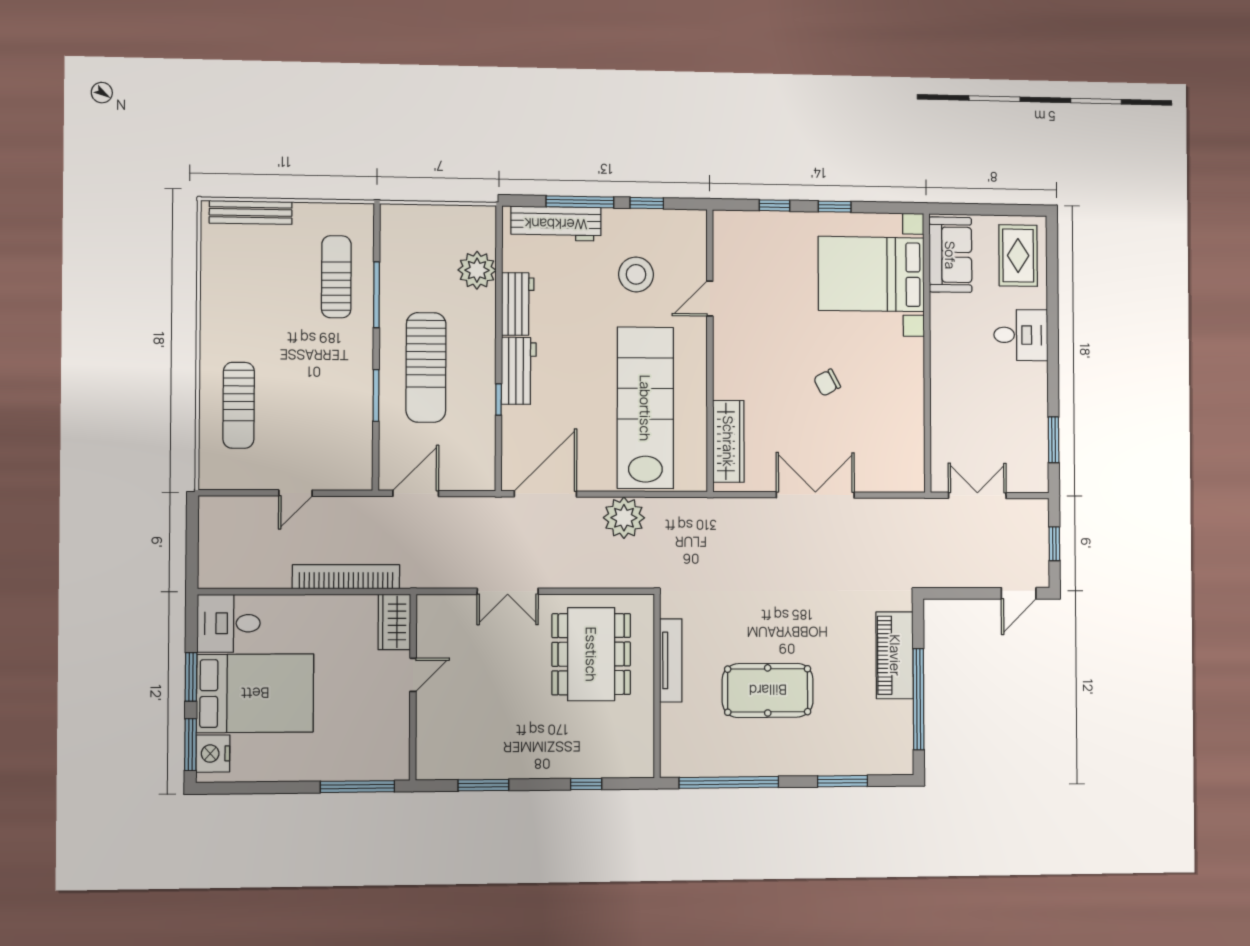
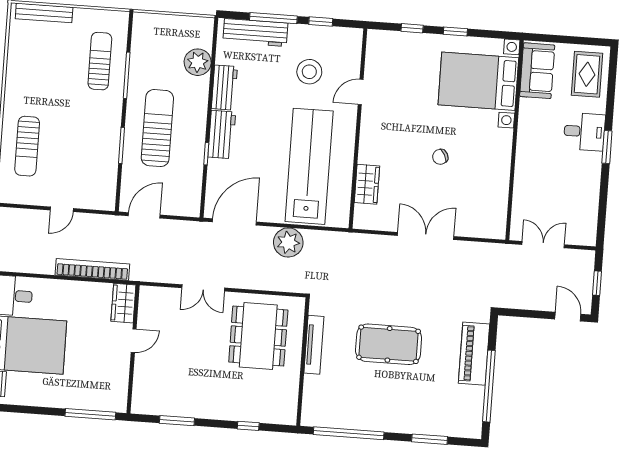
sun lounger: (426, 367) -> (157, 128), turned 180
window: (1054, 440) -> (607, 147), moved
wardrobe: (728, 441) -> (367, 184), width x0.67
door: (1019, 593) -> (568, 317), swing flipped
pool table: (768, 690) -> (389, 344), moved

